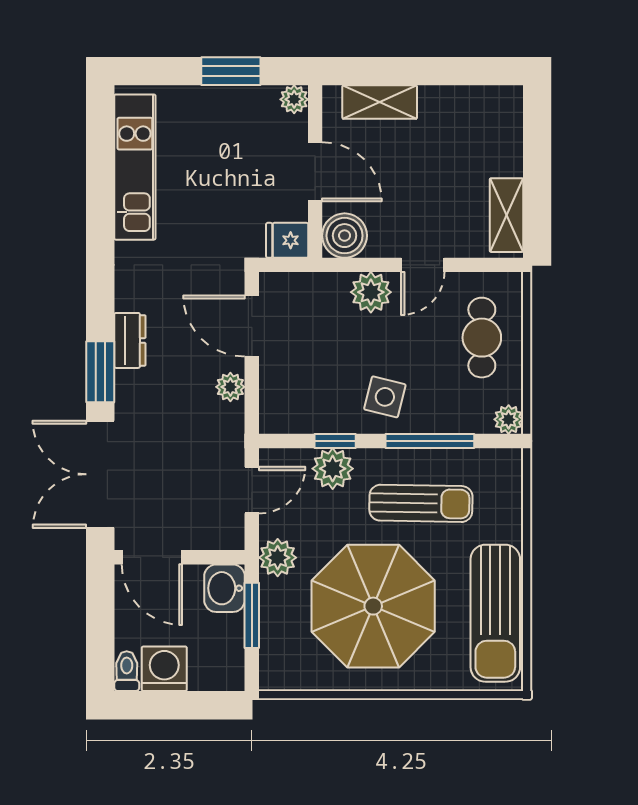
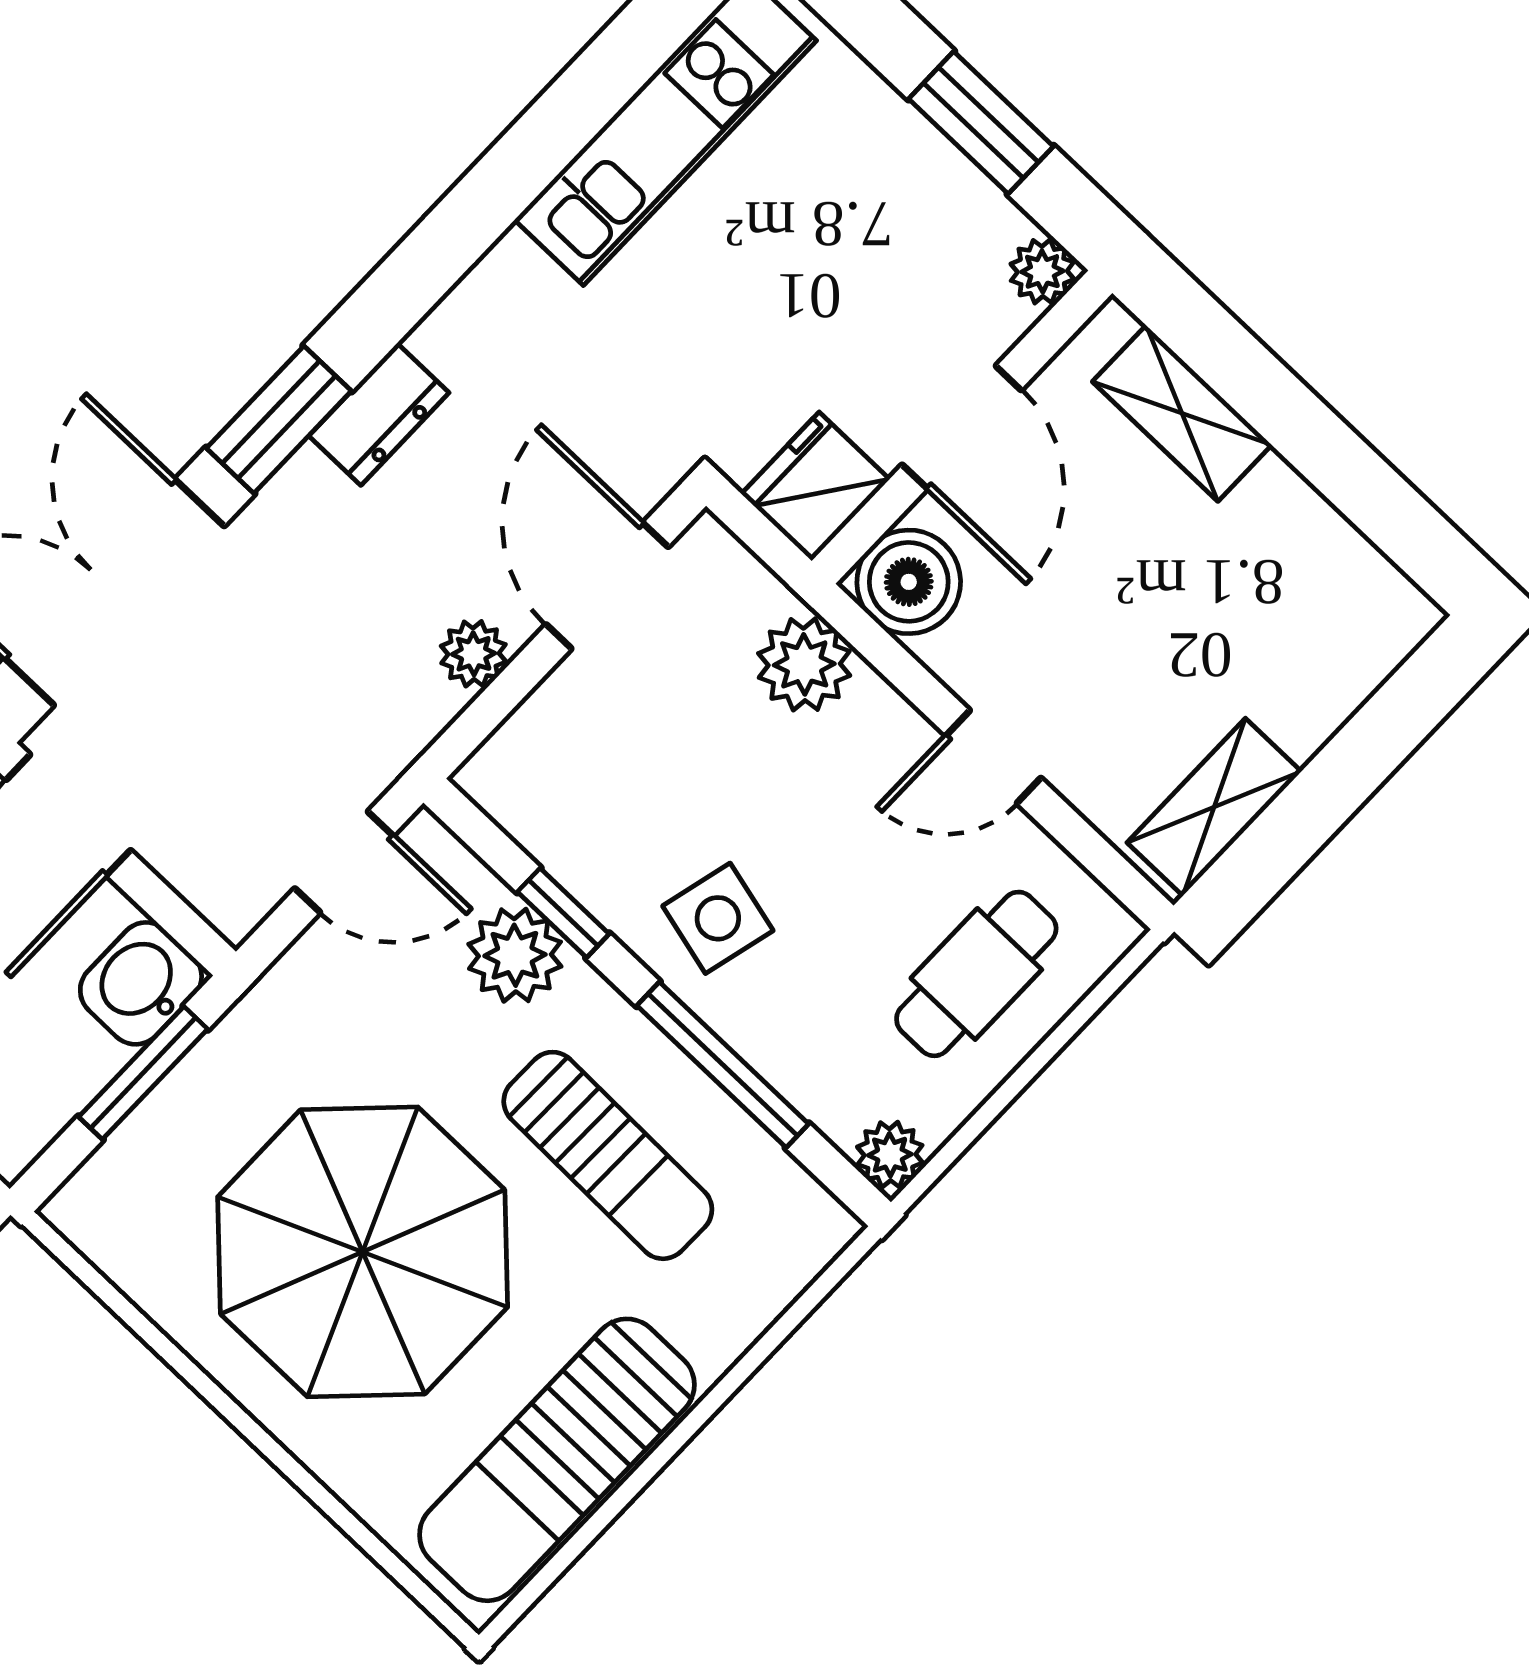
fridge: (287, 240) -> (815, 486), width x1.38
plant: (371, 292) -> (804, 664), moved
plant: (278, 558) -> (280, 1017), removed

